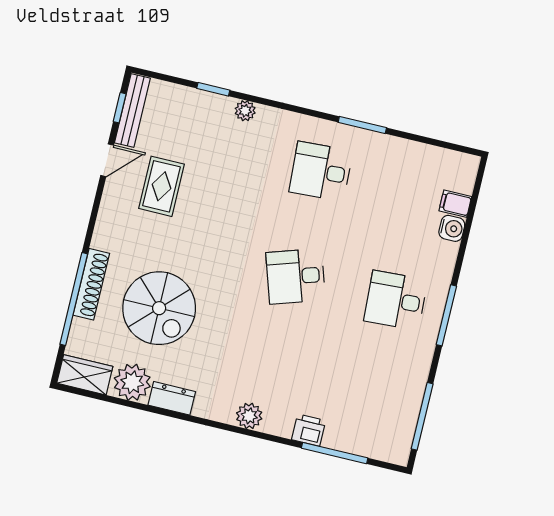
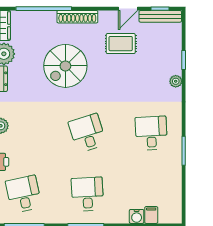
door: (107, 160) -> (128, 9), hinge flipped
shoe rack: (91, 284) -> (77, 17), moved
spiral stairs: (159, 308) -> (65, 66), moved
desk: (371, 405) -> (24, 194), added

